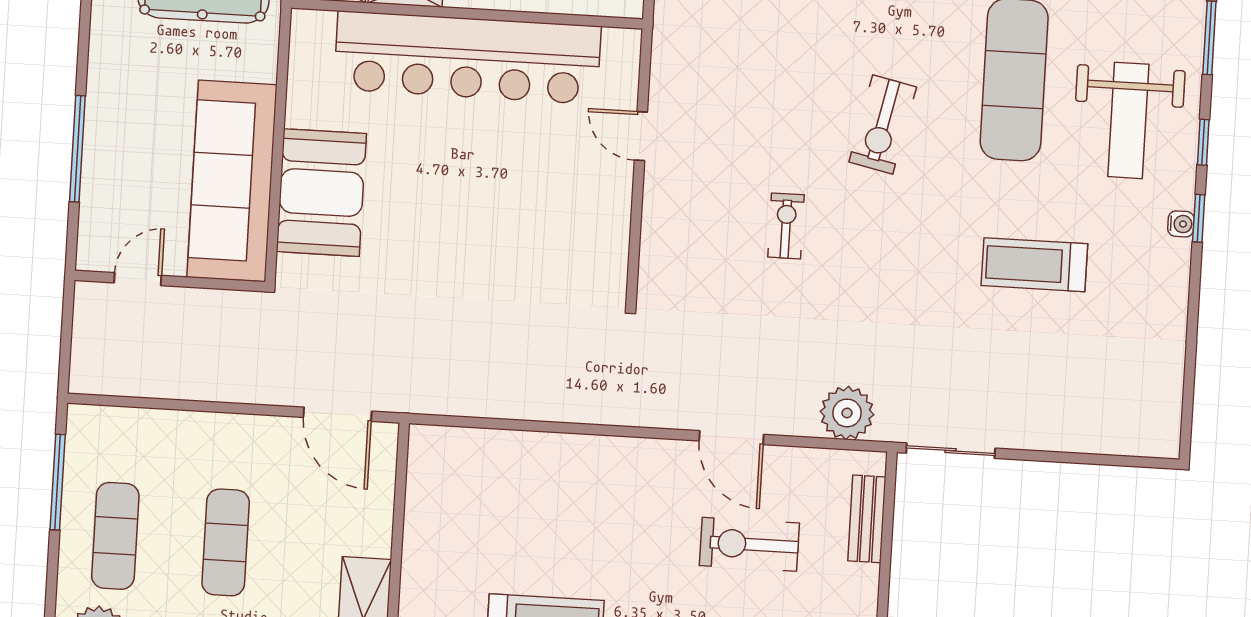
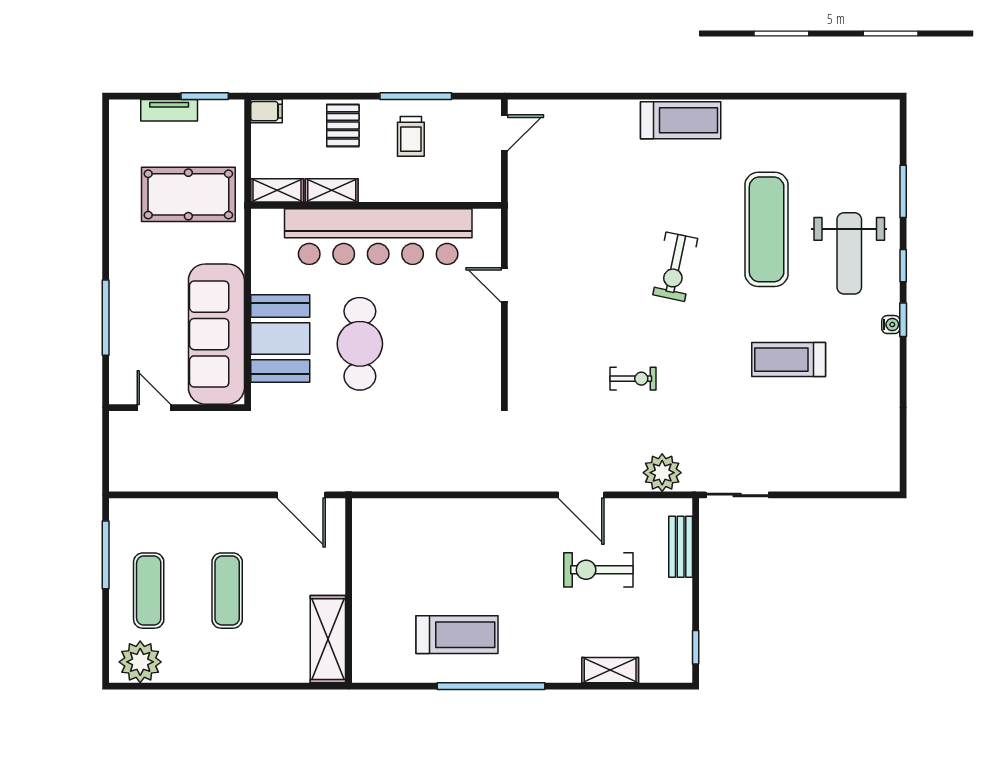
cafe table: (433, 207) -> (360, 344), added
exercise bike: (786, 226) -> (633, 379), moved, turned 90
door: (138, 279) -> (154, 408), hinge flipped

